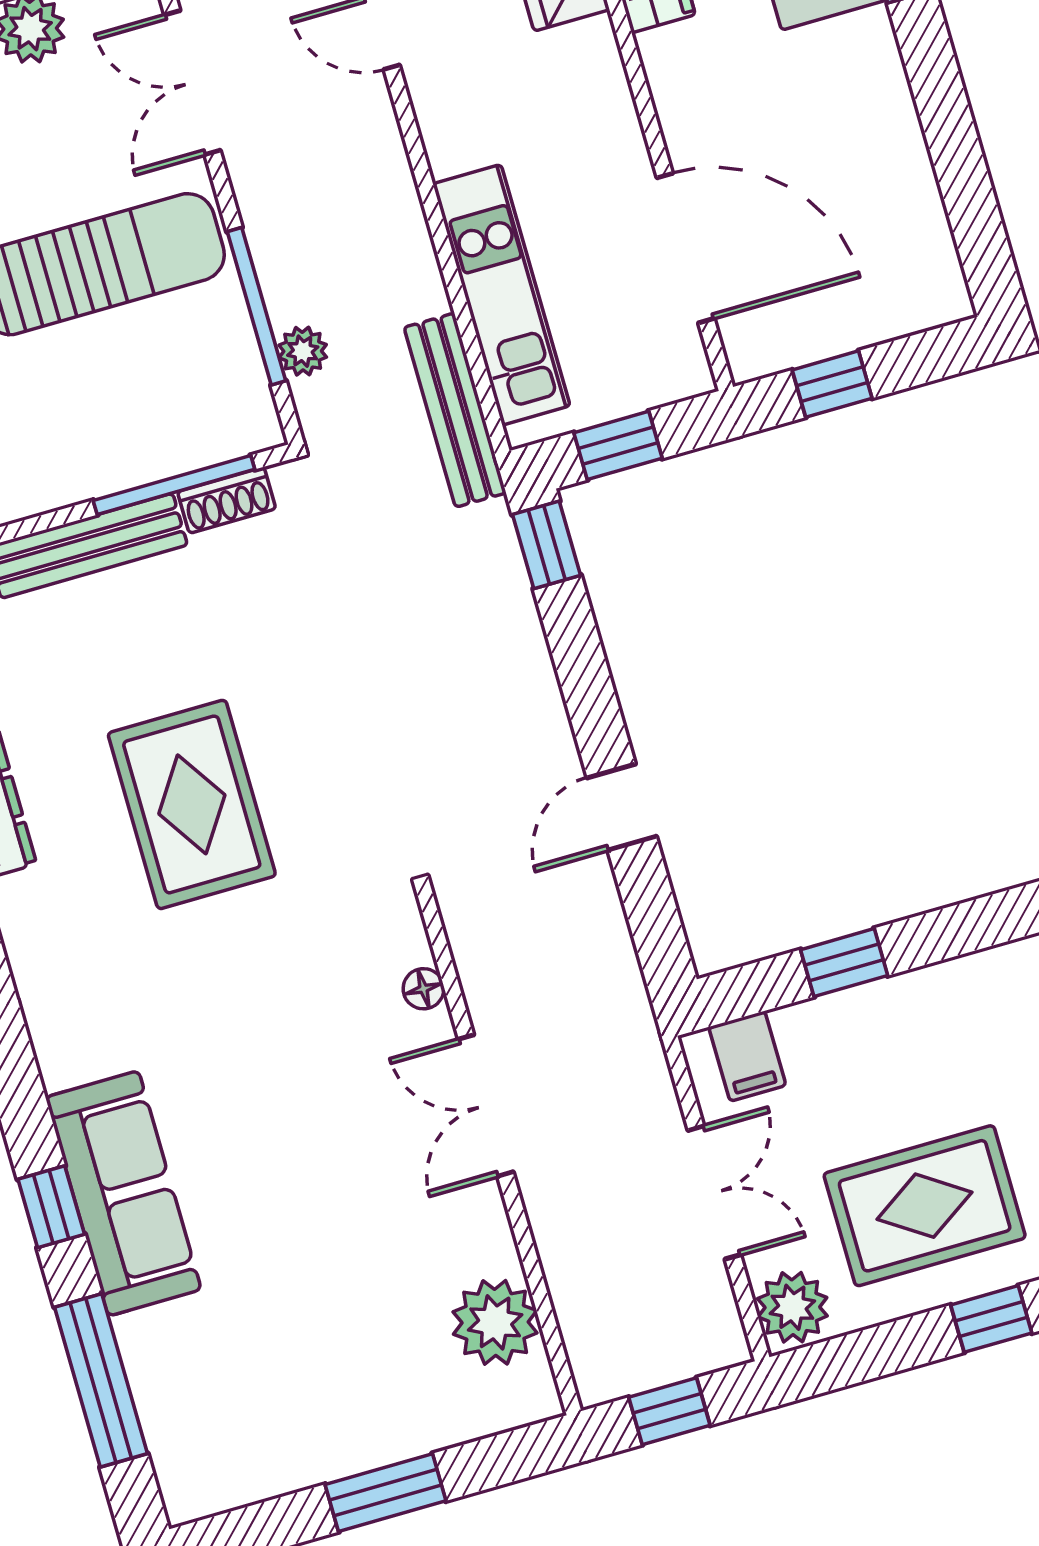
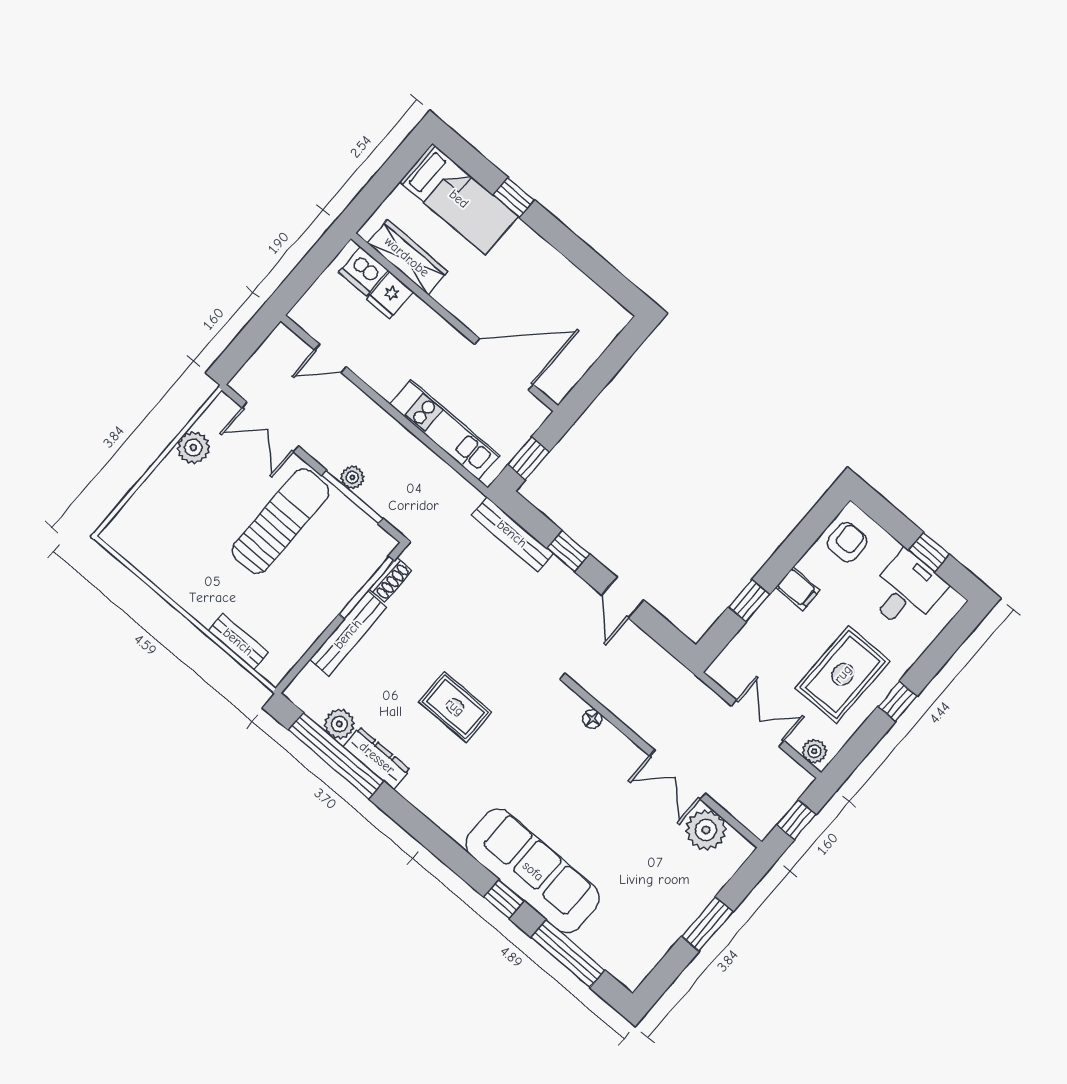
plant: (303, 351) -> (352, 477), moved
window: (832, 384) -> (596, 379), removed
bench: (455, 410) -> (512, 534), moved
window: (547, 545) -> (568, 551), moved
rug: (192, 804) -> (455, 707), width x0.73, depth x0.70
filing cabinet: (747, 1056) -> (798, 589), moved
double door: (486, 1106) -> (677, 775), moved
sofa: (123, 1193) -> (533, 871), width x1.36, depth x1.27
plant: (792, 1307) -> (814, 751), width x0.73, depth x0.73

